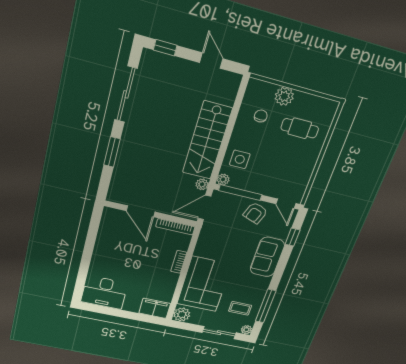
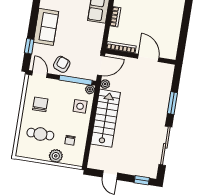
chair: (292, 167) -> (40, 104), added

